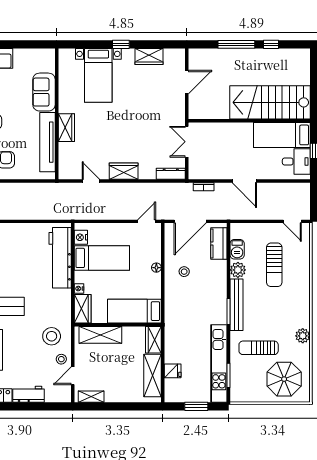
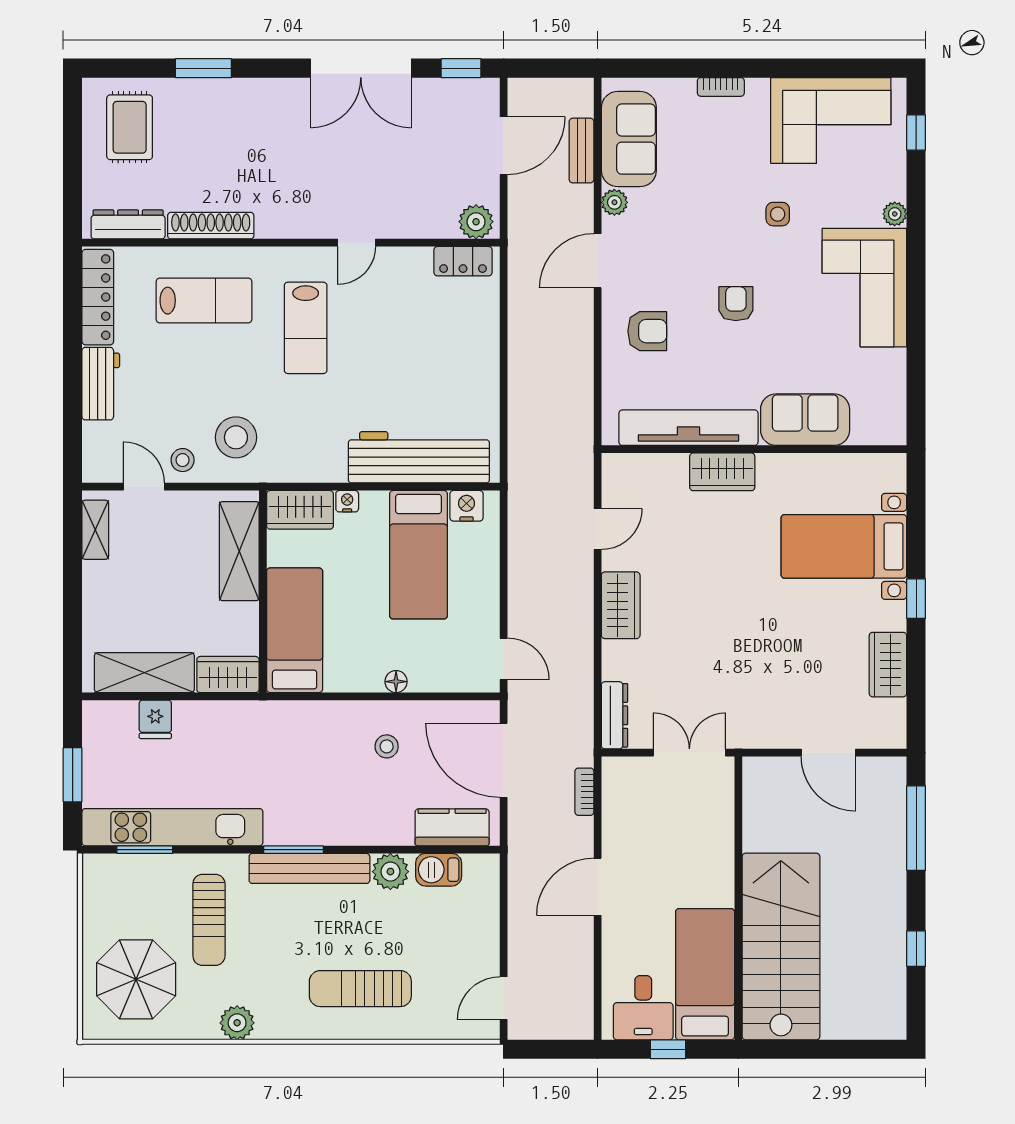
window: (236, 44) -> (916, 828), moved
sun lounger: (274, 265) -> (360, 989), moved
sun lounger: (259, 348) -> (209, 920), turned 180

